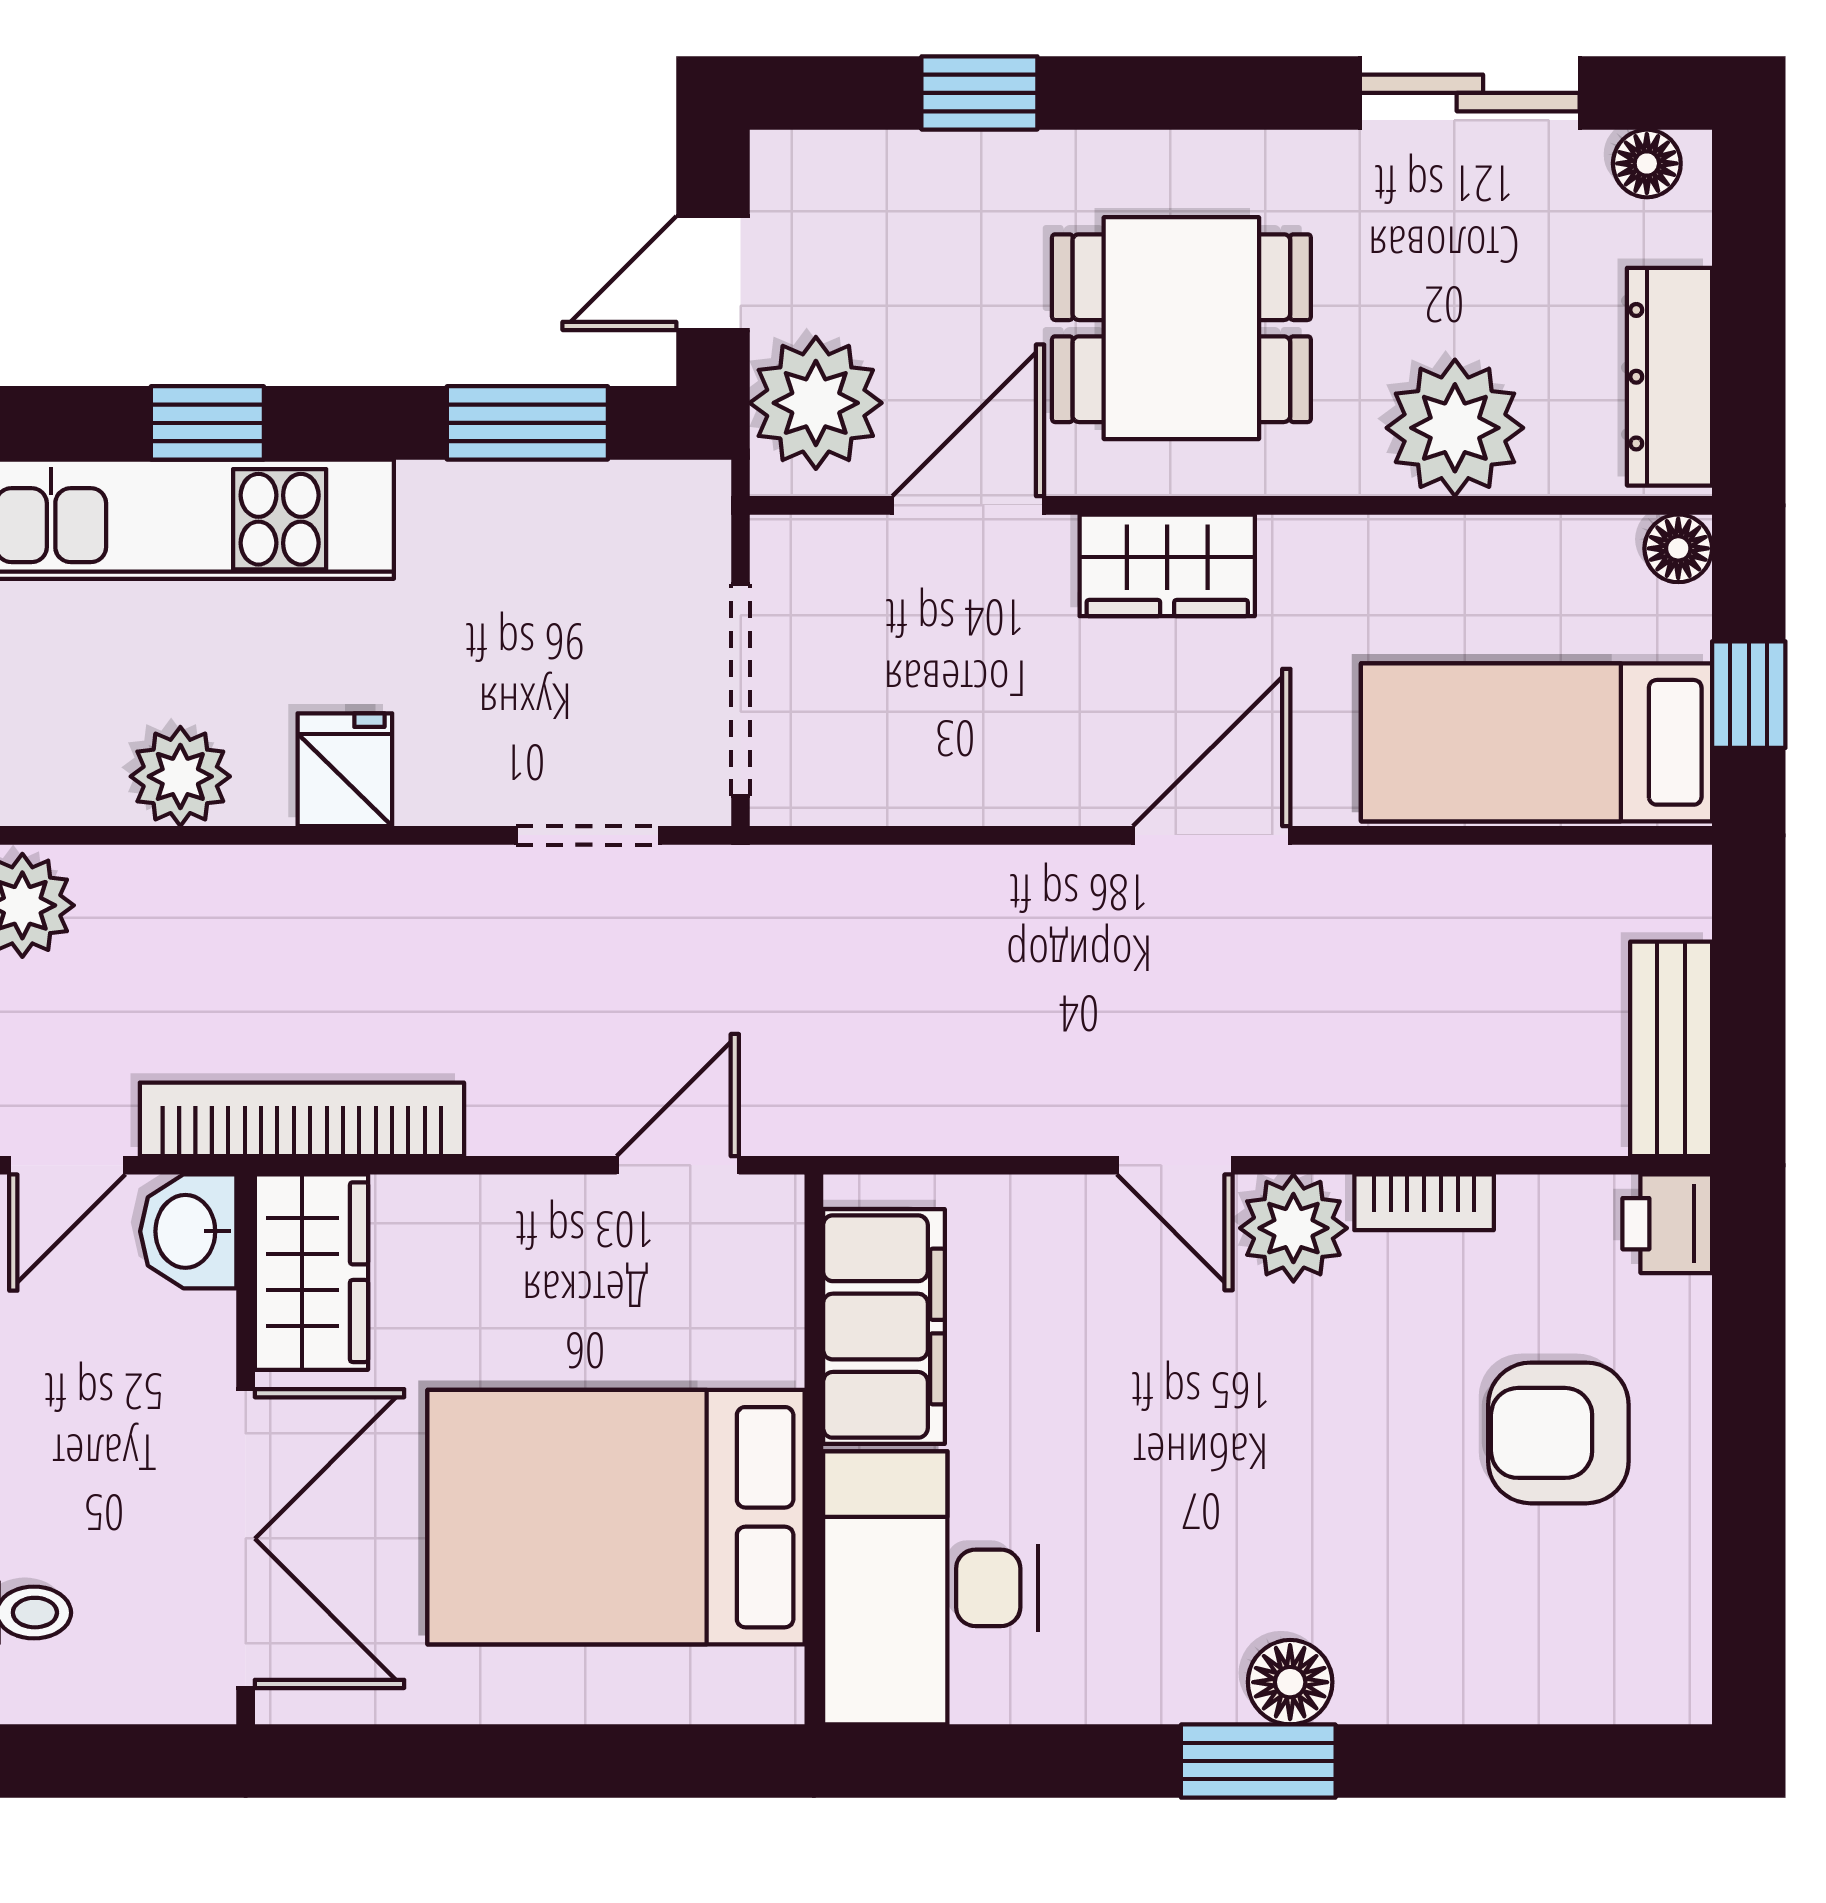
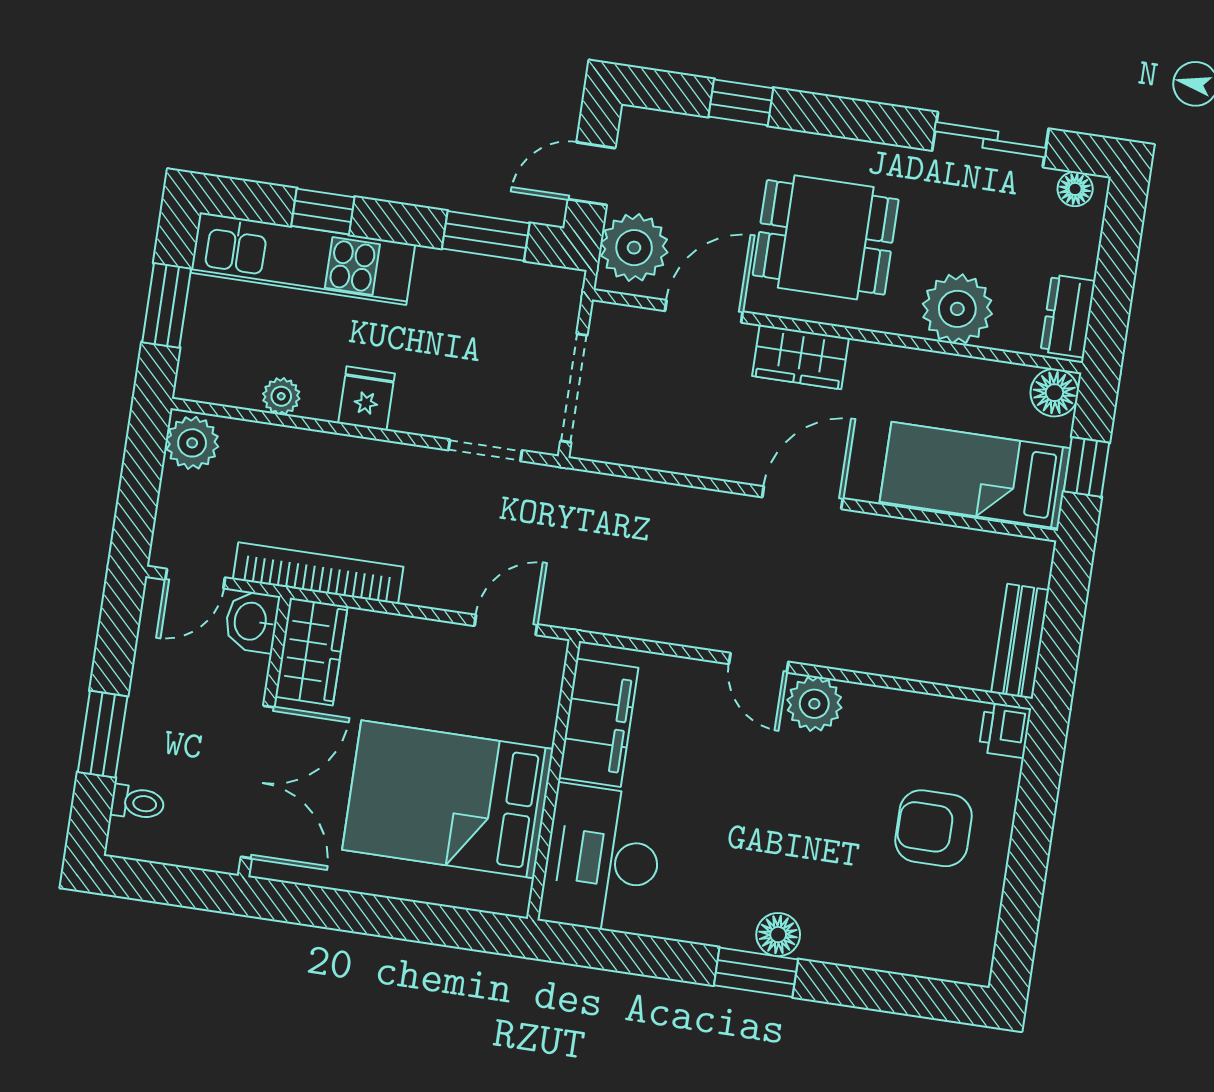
dresser: (1669, 377) -> (1068, 316), width x0.70
floor lamp: (1678, 548) -> (1054, 393), width x1.37, depth x1.37
plant: (180, 776) -> (281, 396), width x0.73, depth x0.73
bookcase: (1424, 1202) -> (883, 701), removed

